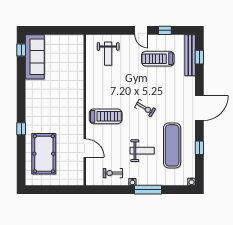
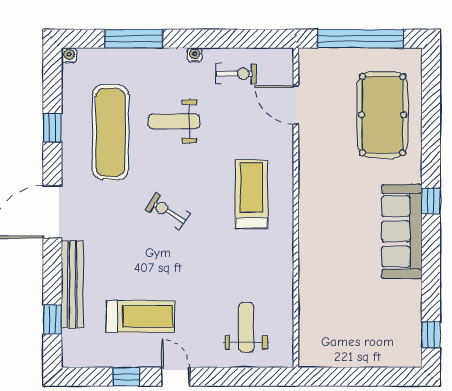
bench: (190, 55) -> (72, 284), moved
sofa: (35, 57) -> (402, 231), moved
treadmill: (106, 116) -> (251, 194), turned 90
window: (21, 129) -> (431, 201), moved
door: (85, 148) -> (296, 105), moved
window: (54, 190) -> (360, 39), added
window: (148, 190) -> (133, 39), moved

